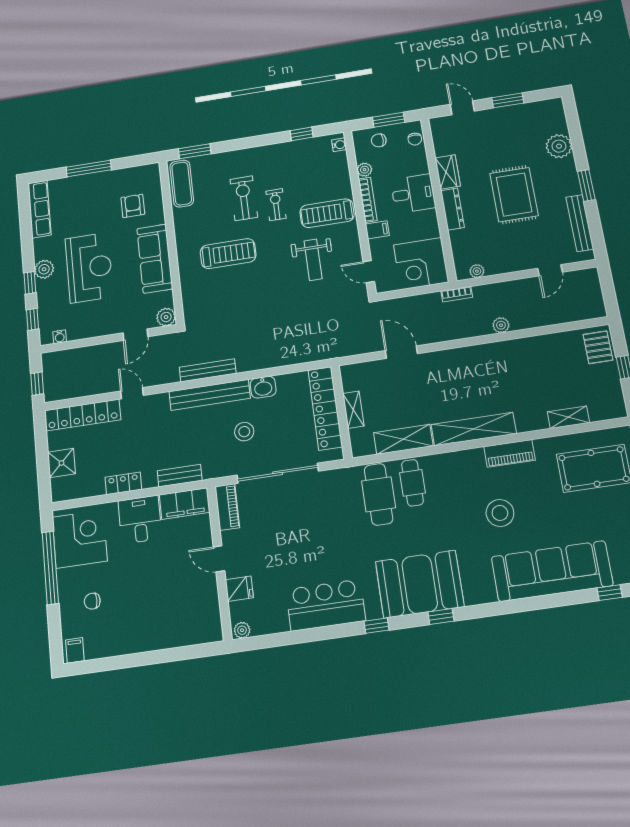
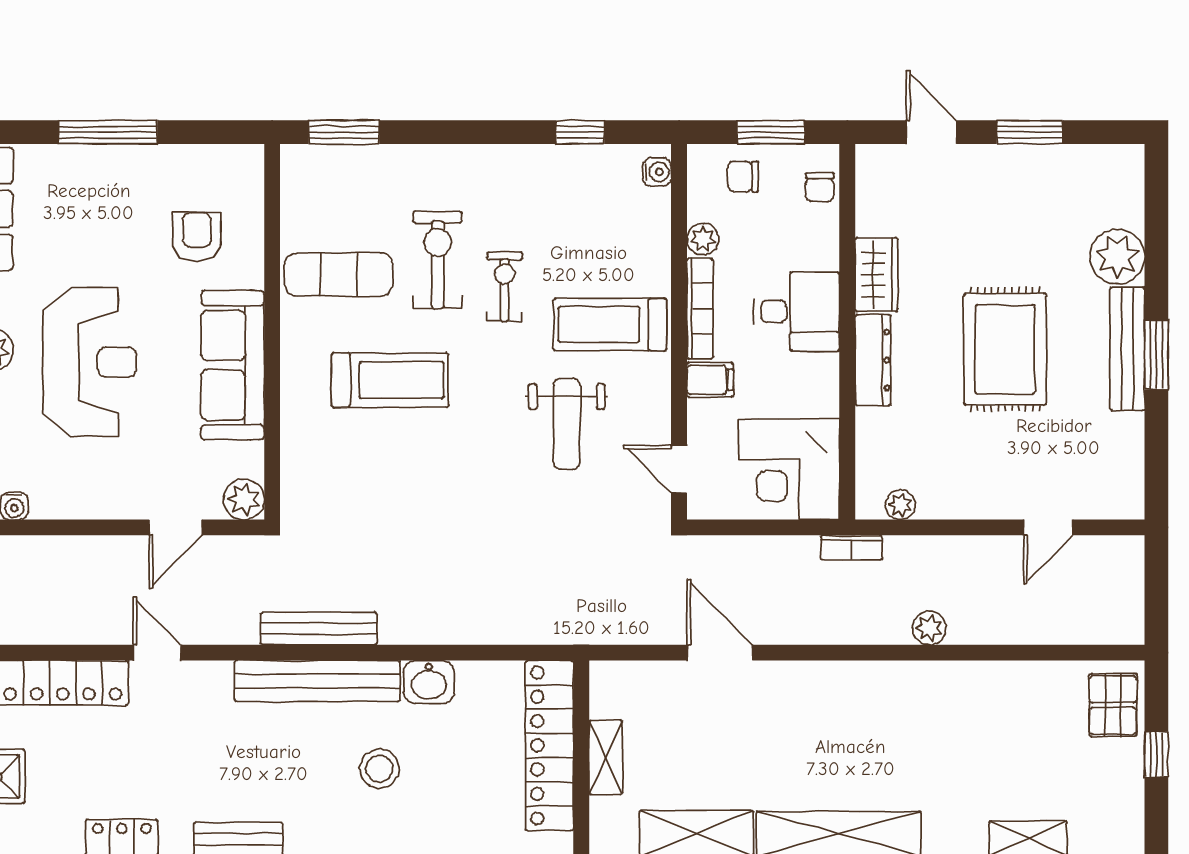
exercise mat: (182, 183) -> (339, 274), moved, turned 90
bench: (580, 223) -> (1127, 349), moved

